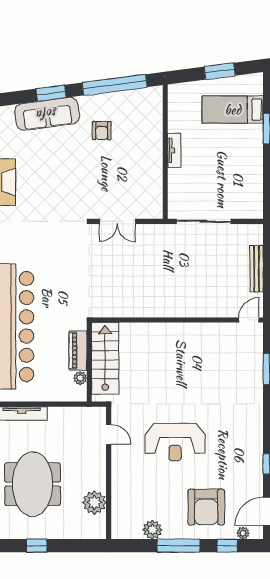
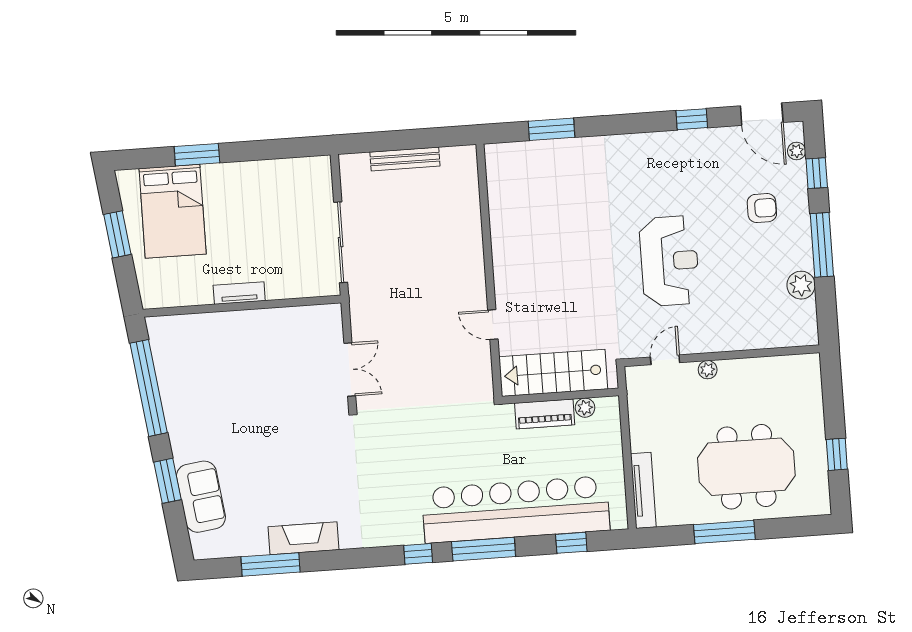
bed: (233, 110) -> (173, 211), width x1.50
sofa: (47, 114) -> (201, 497), width x0.73
armchair: (102, 131) -> (217, 402), removed
door: (249, 320) -> (493, 325), moved
plant: (94, 503) -> (708, 370), moved, width x0.53, depth x0.53
armchair: (206, 507) -> (762, 208), width x0.53, depth x0.53

